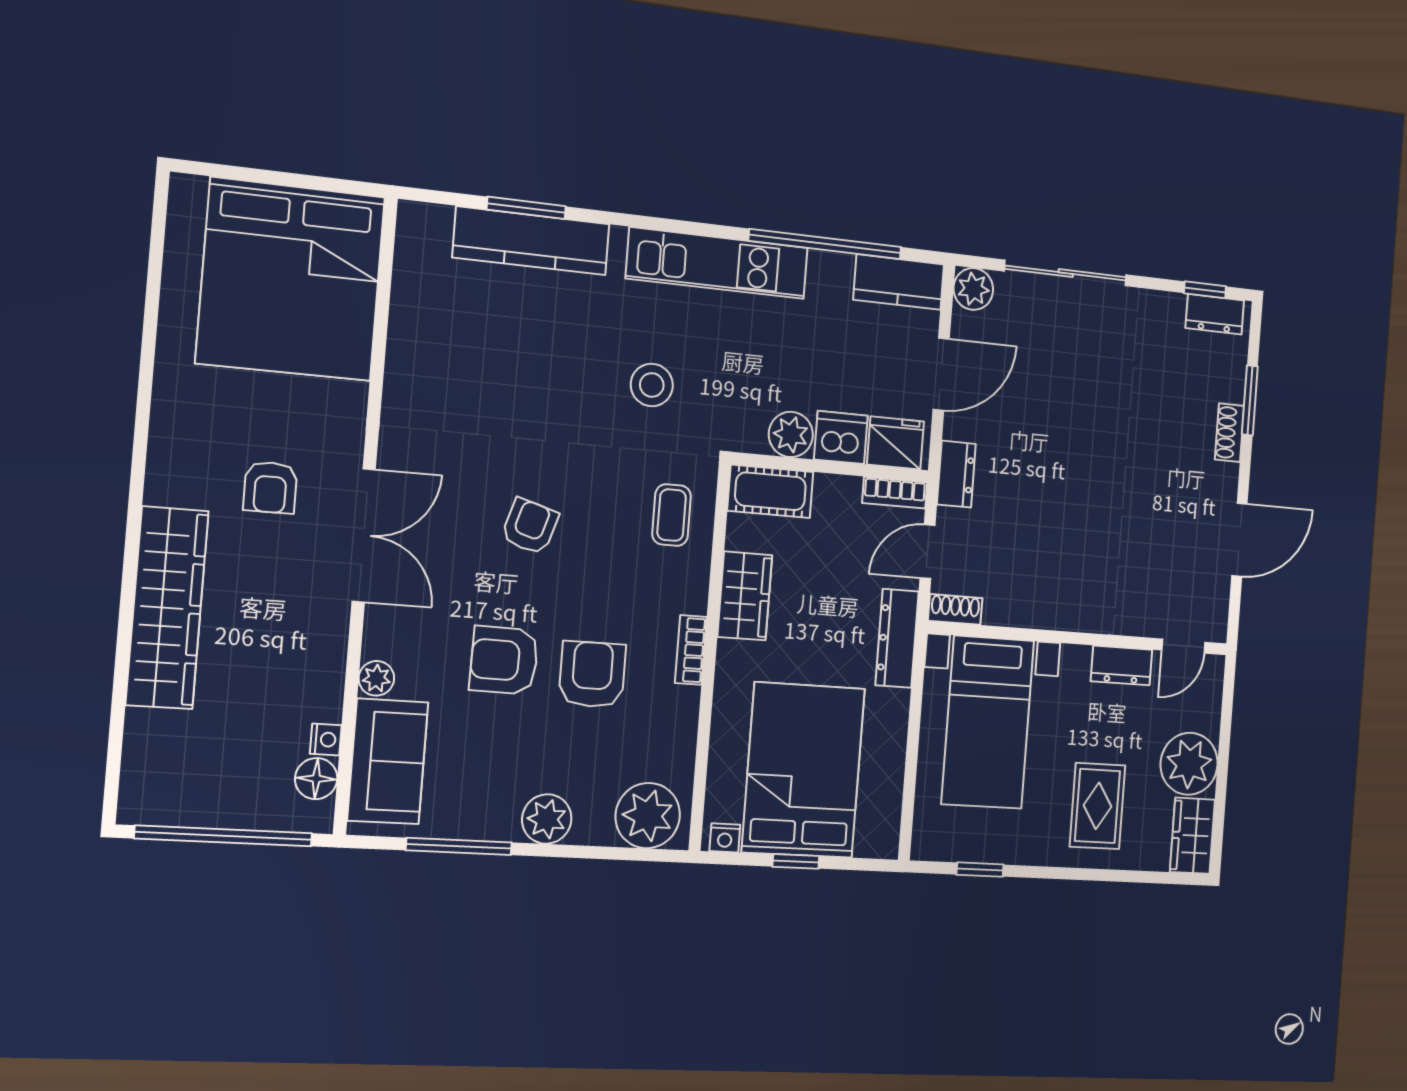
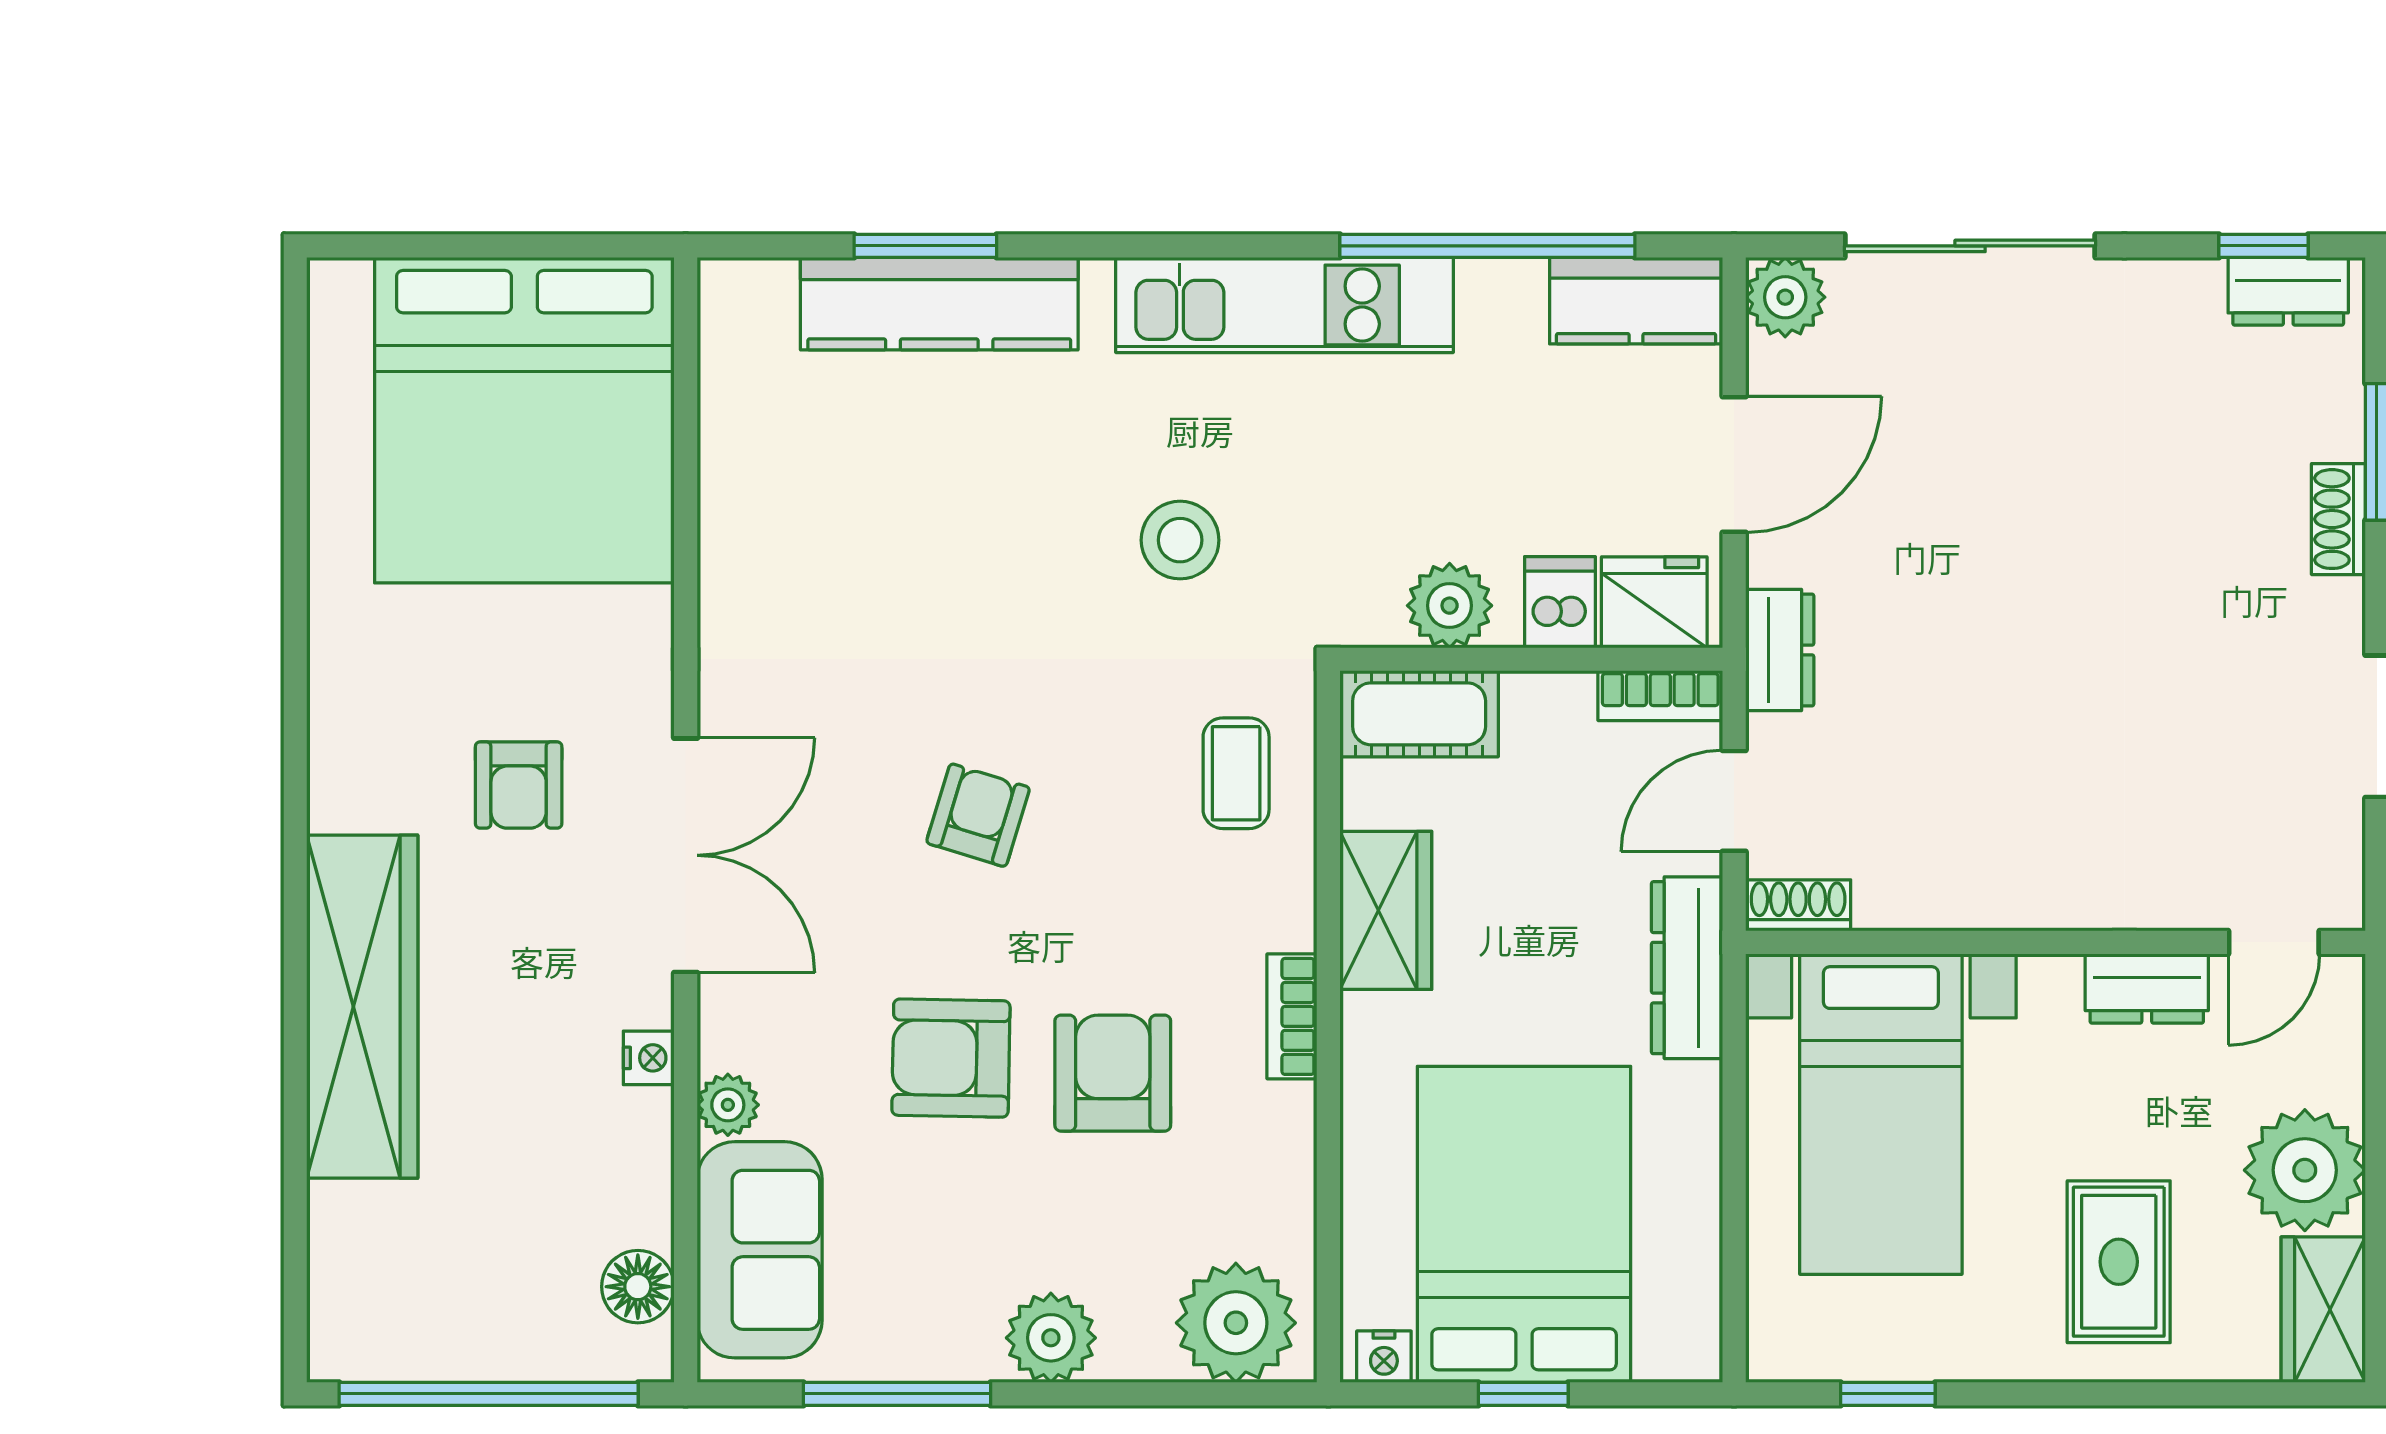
dishwasher: (841, 438) -> (1560, 602), width x0.73
nightstand: (326, 740) -> (649, 1058), moved

